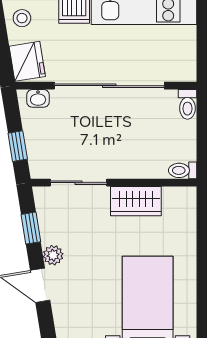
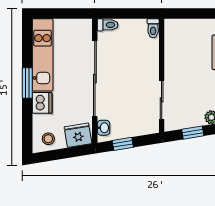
window: (18, 146) -> (123, 144), moved
wardrobe: (136, 201) -> (174, 60), removed

